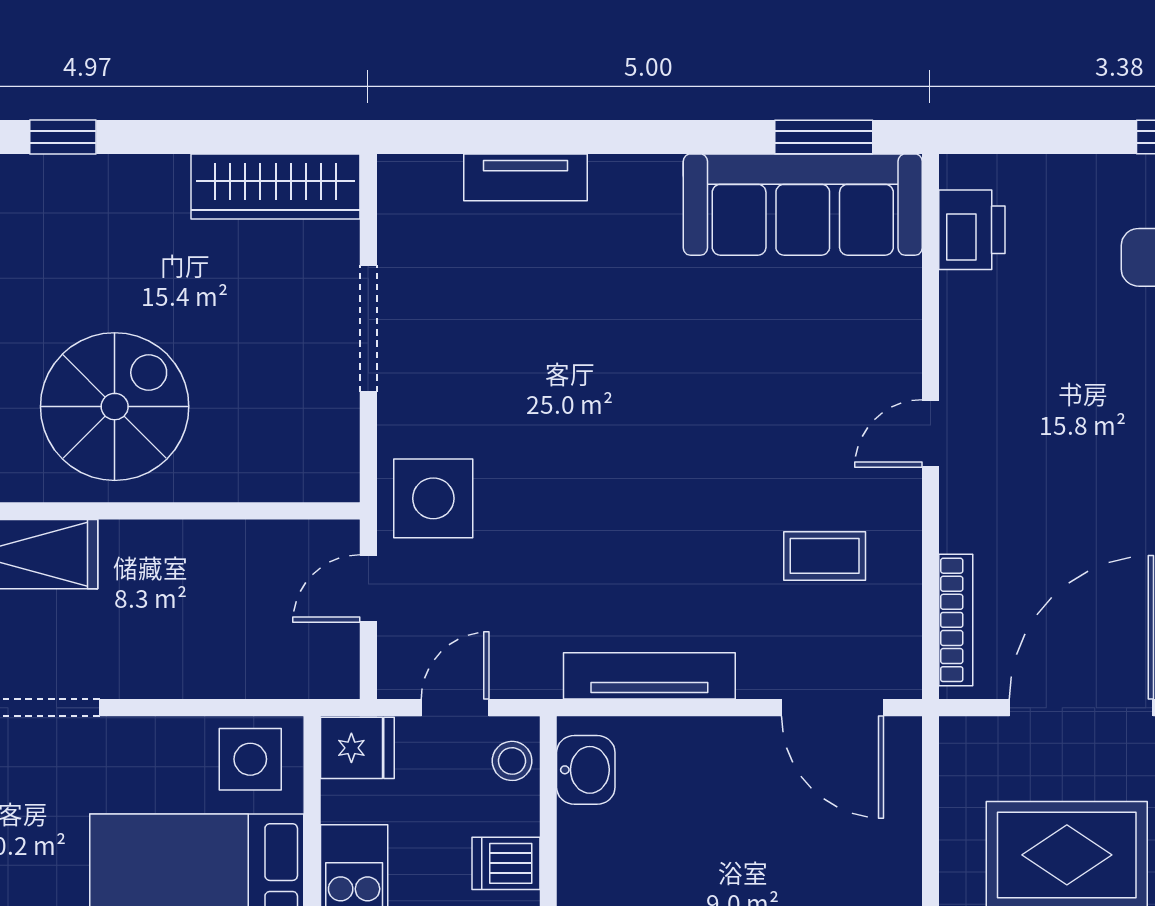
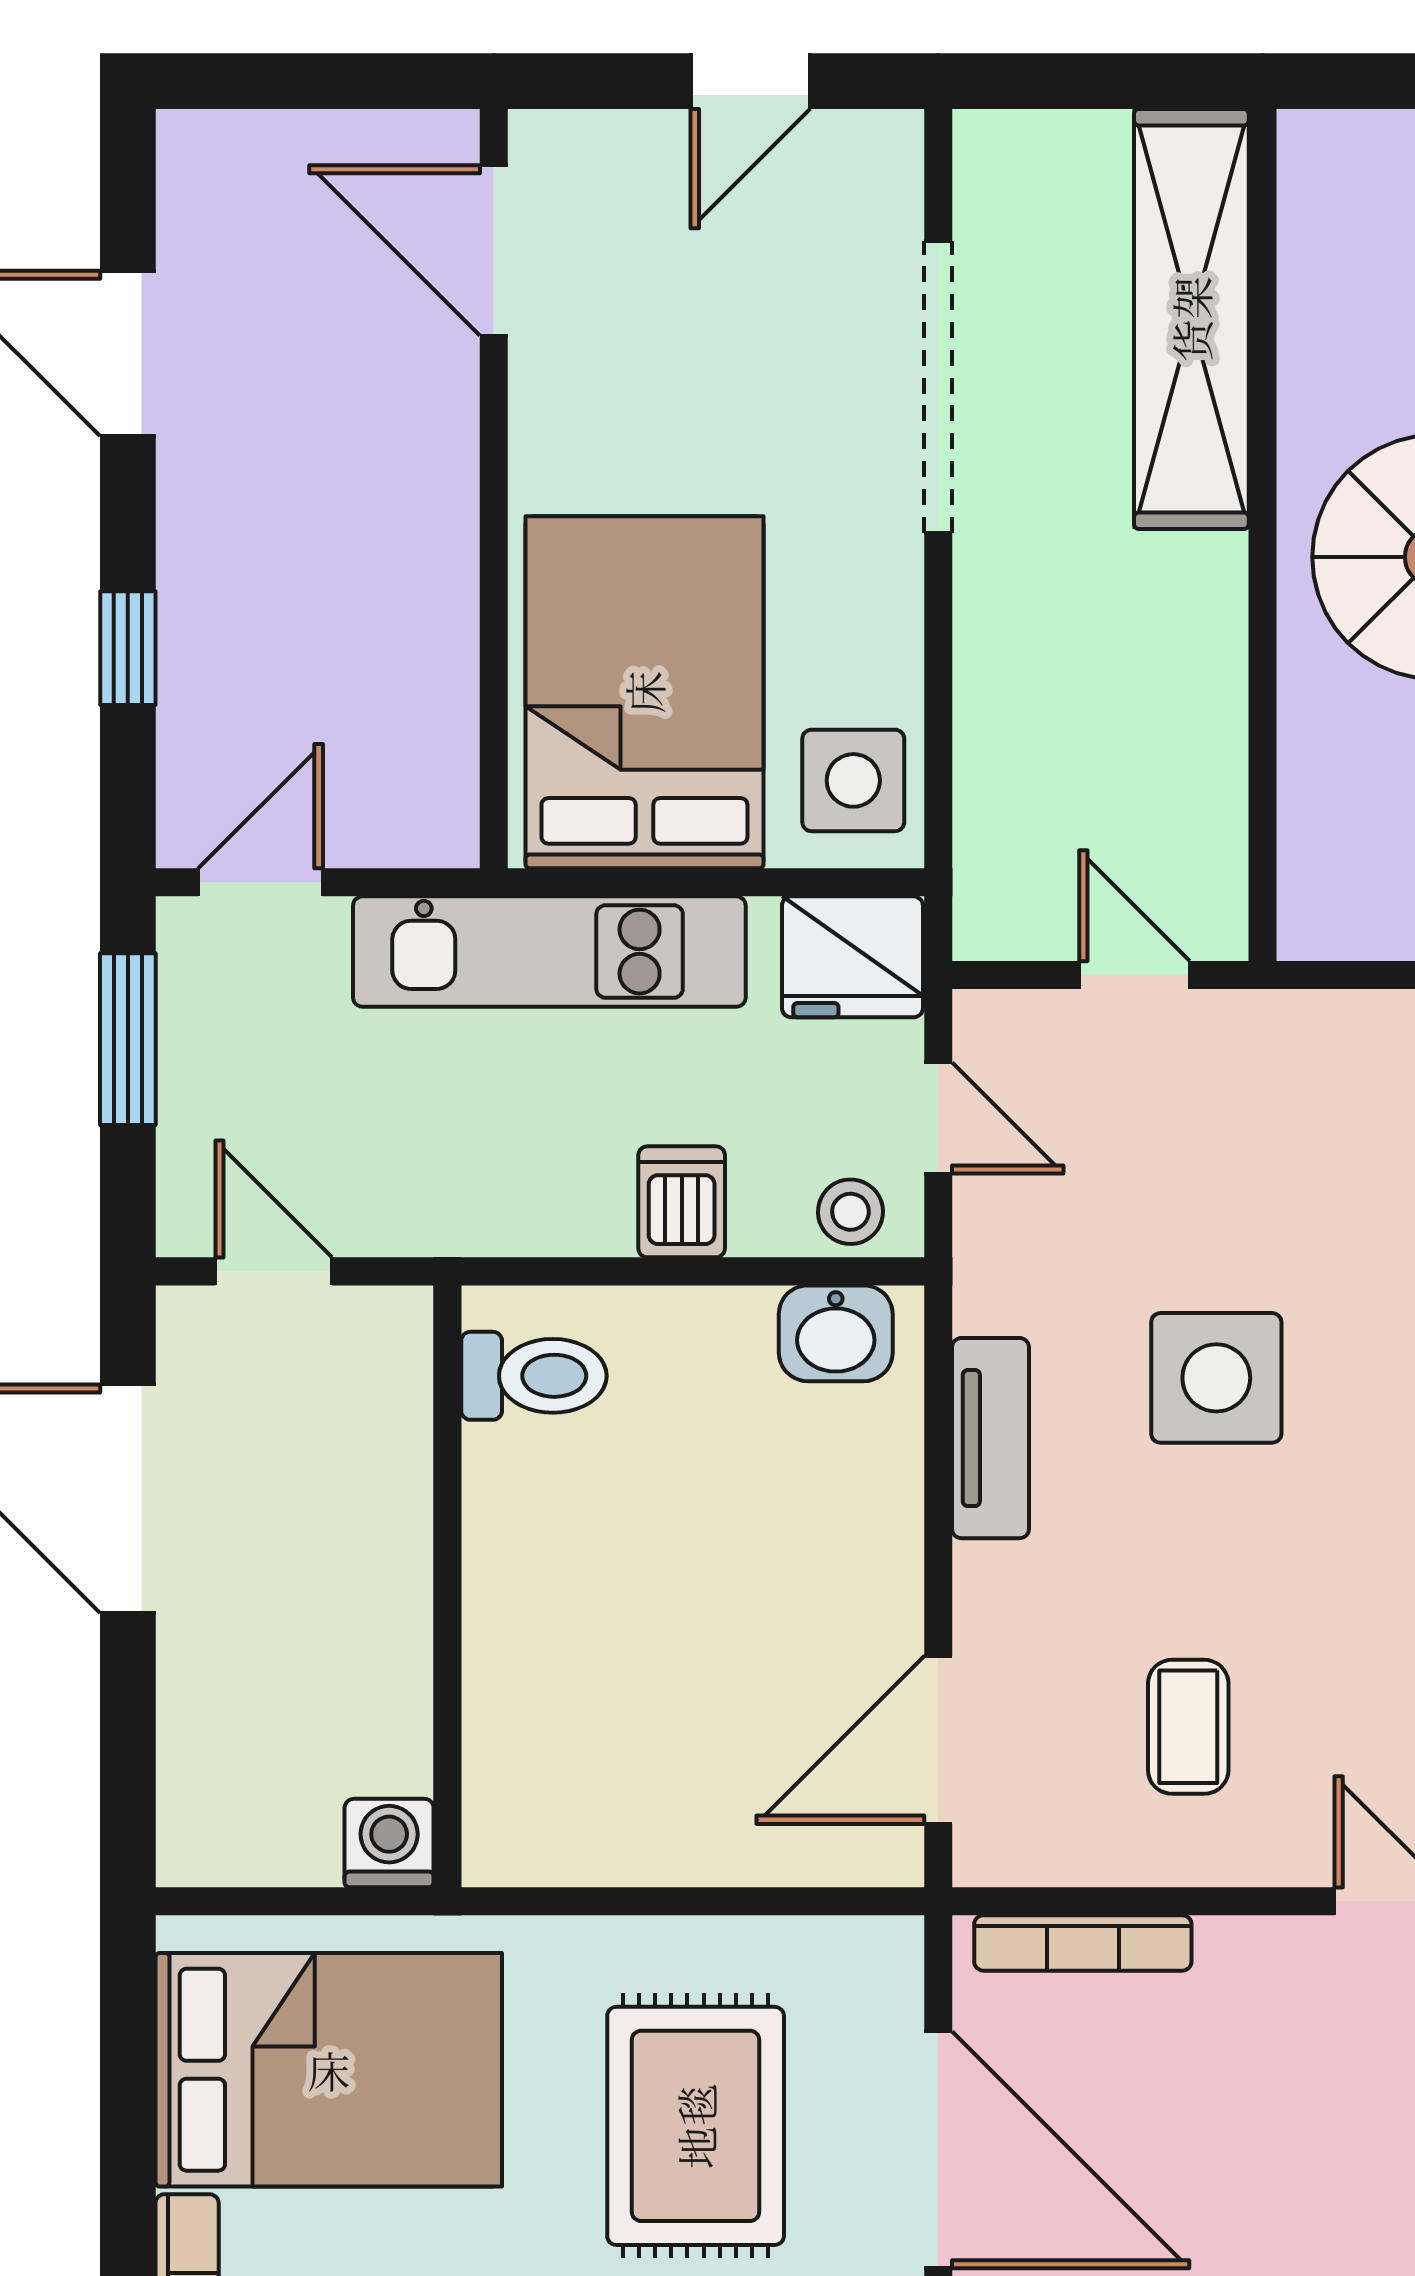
side table: (433, 498) -> (1216, 1378), moved
tv unit: (649, 676) -> (990, 1438), width x0.71
fridge: (357, 748) -> (852, 957), width x1.38

